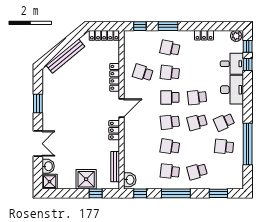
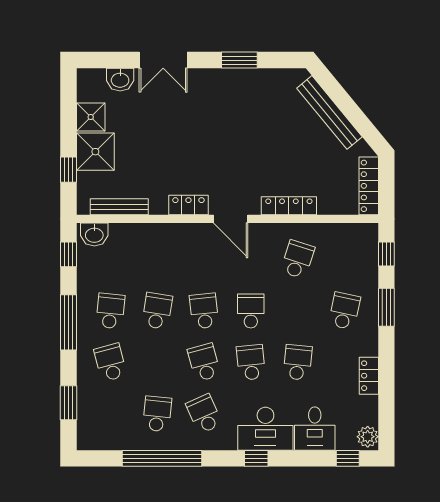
window: (248, 64) -> (256, 458), moved
school desk: (170, 73) -> (298, 362), moved
shower: (50, 182) -> (91, 117), moved

